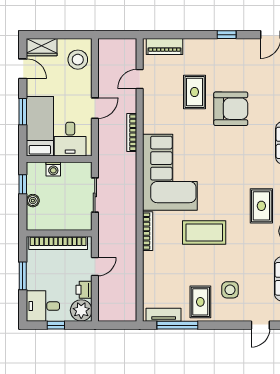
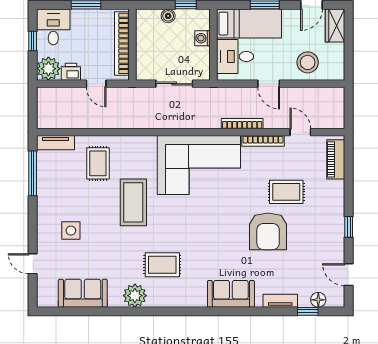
stool: (78, 60) -> (308, 62), moved
bookcase: (148, 231) -> (263, 141), moved
rug: (200, 302) -> (98, 163), moved, turned 90
tv unit: (164, 315) -> (55, 143), moved, turned 90

